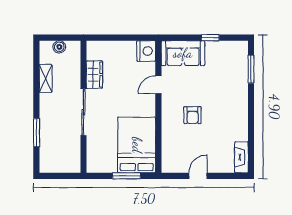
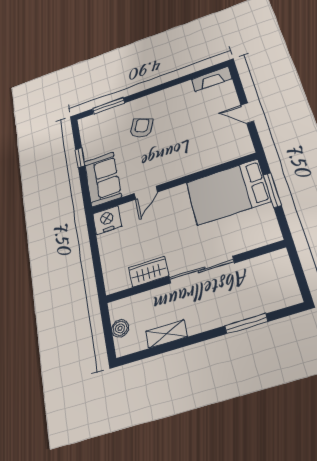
door: (158, 85) -> (146, 193), hinge flipped
armchair: (193, 115) -> (141, 128), moved, turned -68

